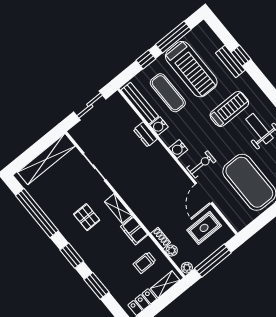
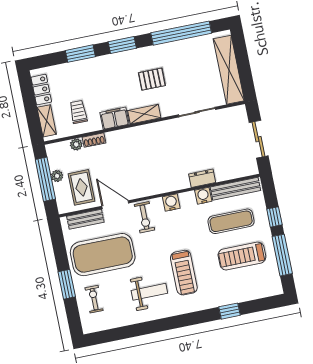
bench: (230, 62) -> (85, 219), moved
treadmill: (191, 69) -> (242, 256), width x0.73, depth x0.73
plant: (187, 268) -> (57, 176), moved

